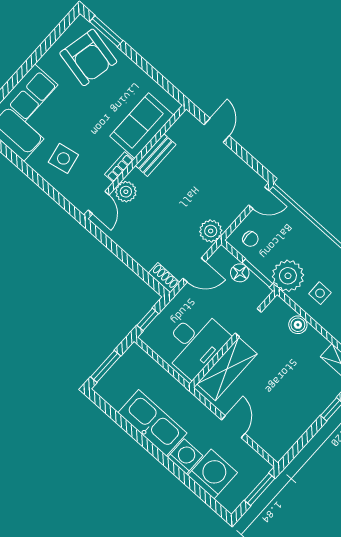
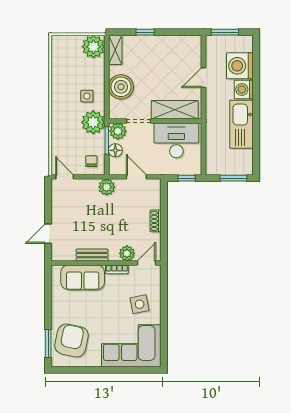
shoe rack: (164, 278) -> (156, 221), moved
plant: (257, 293) -> (118, 131), added
boiler: (298, 325) -> (121, 87), width x1.86, depth x1.86

